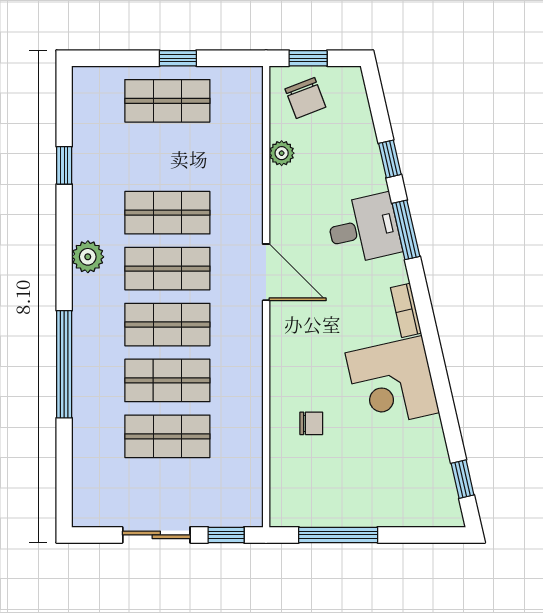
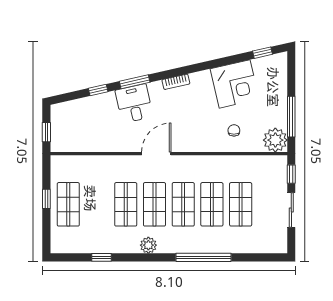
chair: (305, 98) -> (67, 133), removed
plant: (282, 153) -> (275, 140), moved, width x1.88, depth x1.88
corner desk: (392, 383) -> (235, 84), moved

